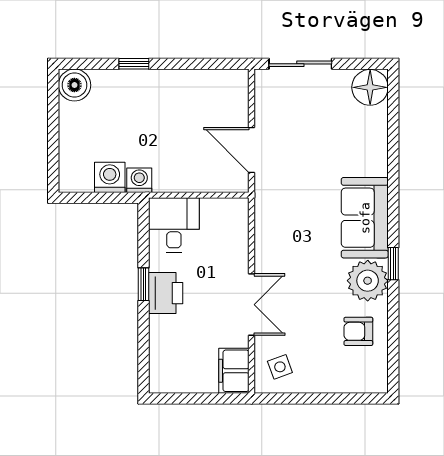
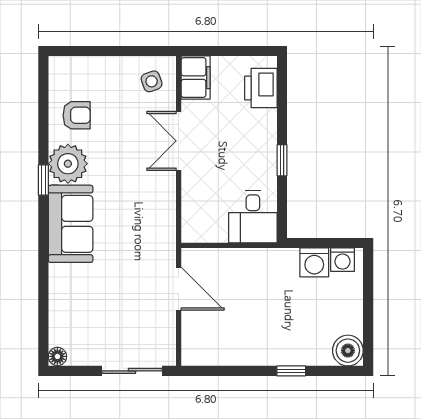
floor lamp: (370, 87) -> (57, 356), width x0.53, depth x0.53
washing machine: (139, 180) -> (343, 260), moved
printer: (166, 293) -> (261, 88), moved

